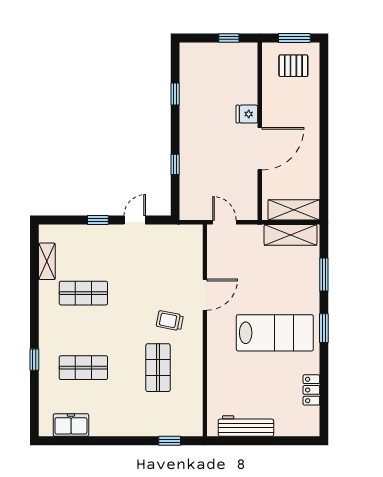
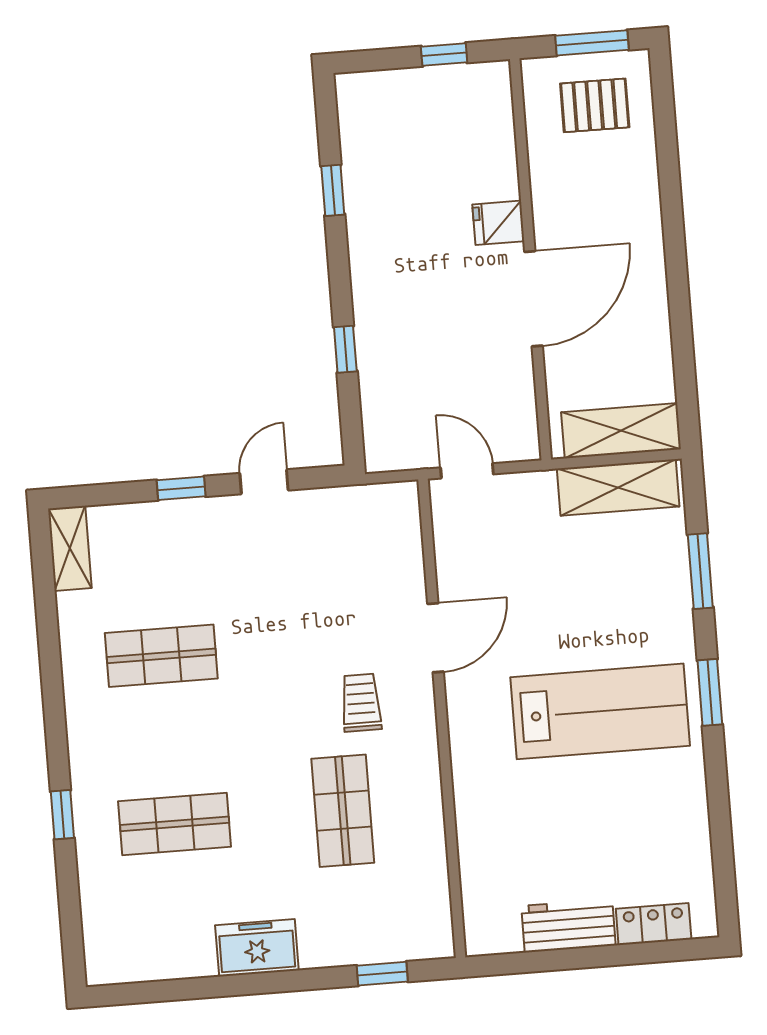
shelving: (47, 261) -> (70, 548), moved
trolley: (170, 321) -> (361, 703), turned 79
locker: (311, 390) -> (654, 924), moved, turned 90
freezer: (71, 425) -> (257, 948), moved
workbench: (246, 426) -> (568, 926), width x0.73

